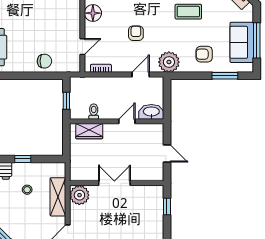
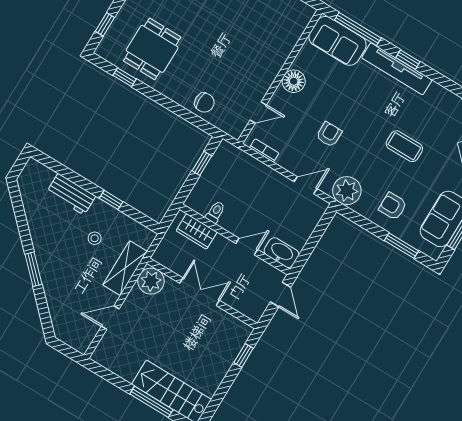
toilet: (94, 112) -> (215, 212), moved
washbasin: (151, 112) -> (281, 253), moved
wall: (117, 121) -> (235, 239), moved
door: (127, 121) -> (247, 247), moved
wardrobe: (89, 131) -> (197, 231), moved

